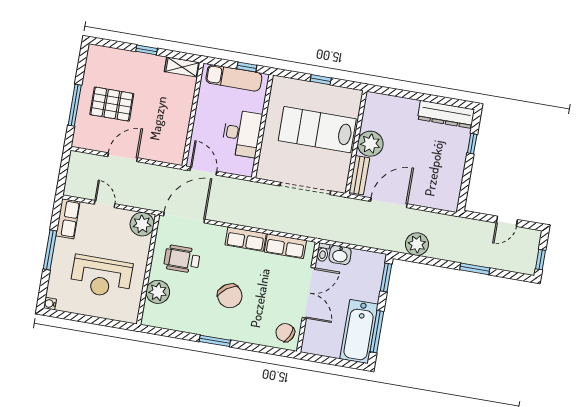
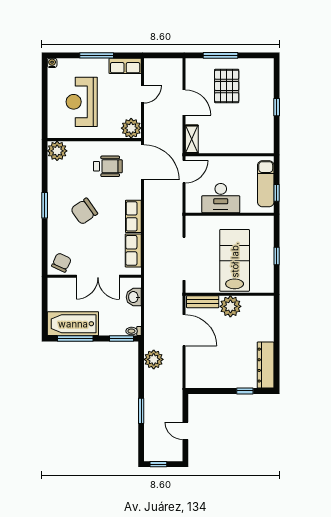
shelving: (182, 67) -> (192, 139), moved
toilet: (323, 252) -> (134, 331), moved
wheelchair: (182, 259) -> (108, 166), turned 90
plant: (158, 292) -> (57, 151), moved

